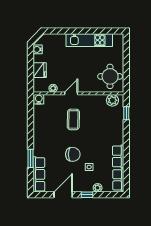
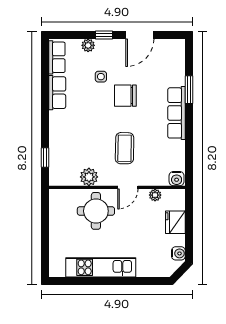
round table: (110, 76) -> (96, 211), moved
plant: (112, 100) -> (89, 177), moved
row of seats: (39, 174) -> (177, 113), moved

